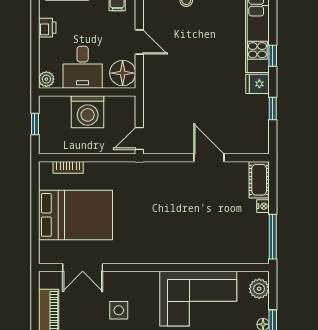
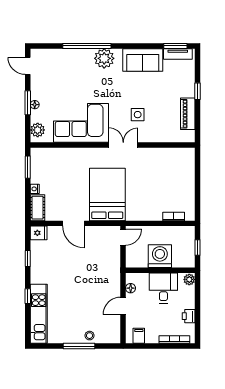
door: (139, 42) -> (123, 306), hinge flipped
floor lamp: (123, 73) -> (131, 288), width x0.53, depth x0.53
fridge: (258, 84) -> (39, 233), moved
bed: (75, 215) -> (107, 194), moved, turned 90
window: (273, 237) -> (28, 167), width x0.69
double door: (83, 268) -> (123, 145), moved

